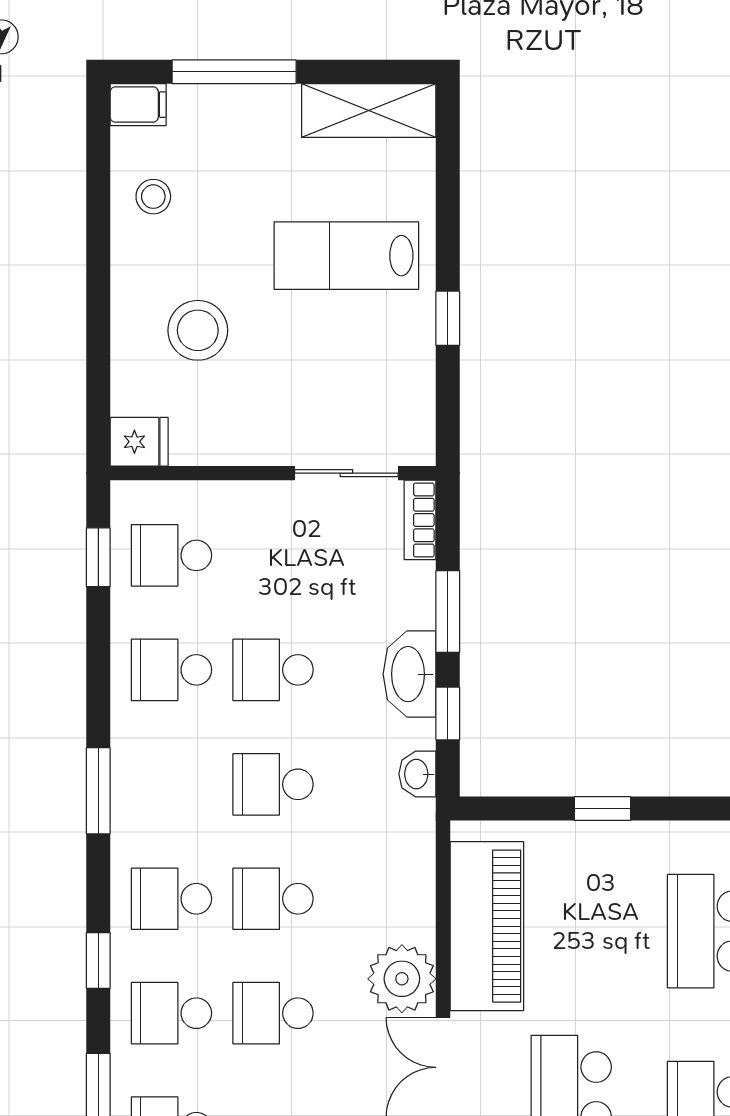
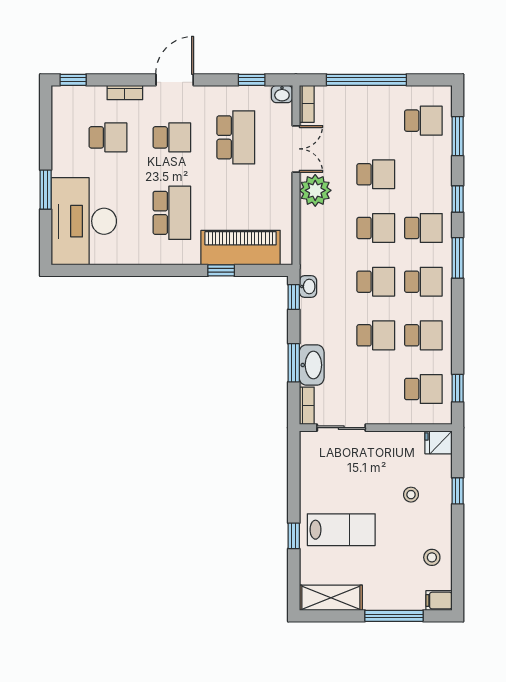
window: (448, 318) -> (294, 536), moved
stool: (198, 330) -> (411, 495), width x0.53, depth x0.53
window: (98, 338) -> (458, 491), added
washbasin: (410, 674) -> (312, 365), moved
window: (448, 713) -> (294, 297), moved
window: (98, 791) -> (458, 258), moved
piano: (487, 926) -> (241, 248), moved, turned 90
school desk: (171, 1013) -> (423, 282), moved

